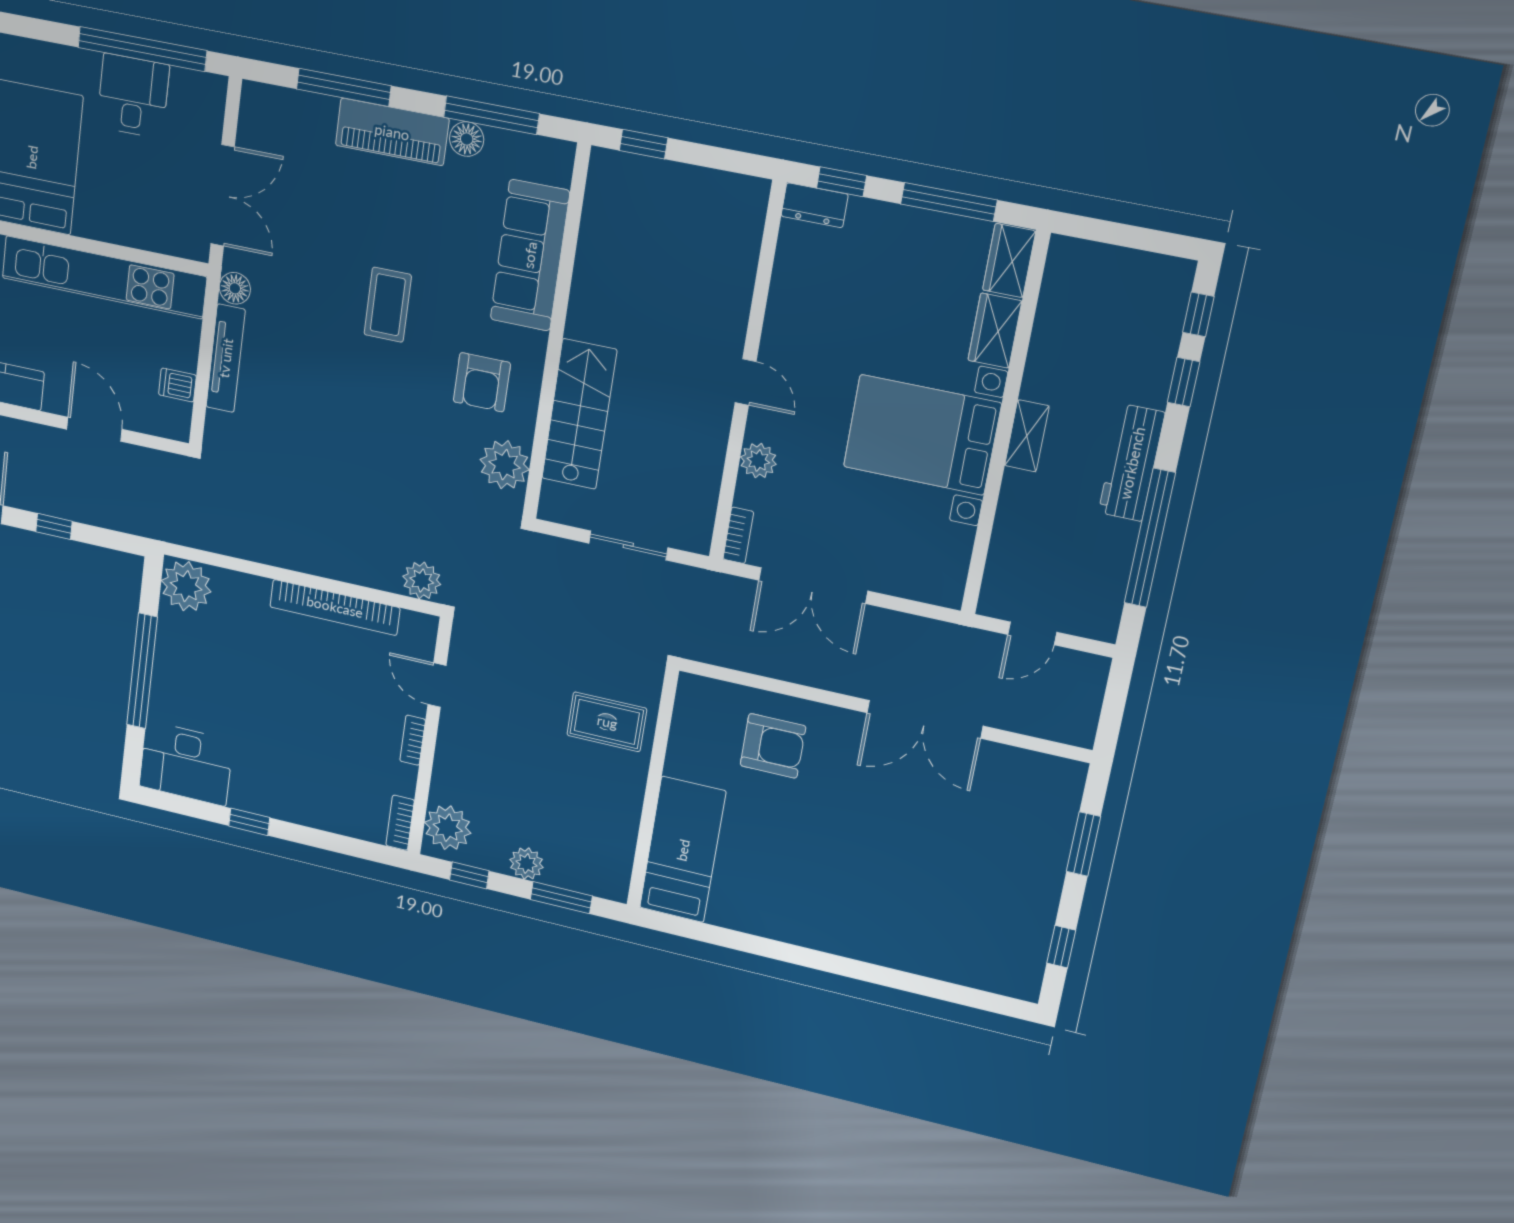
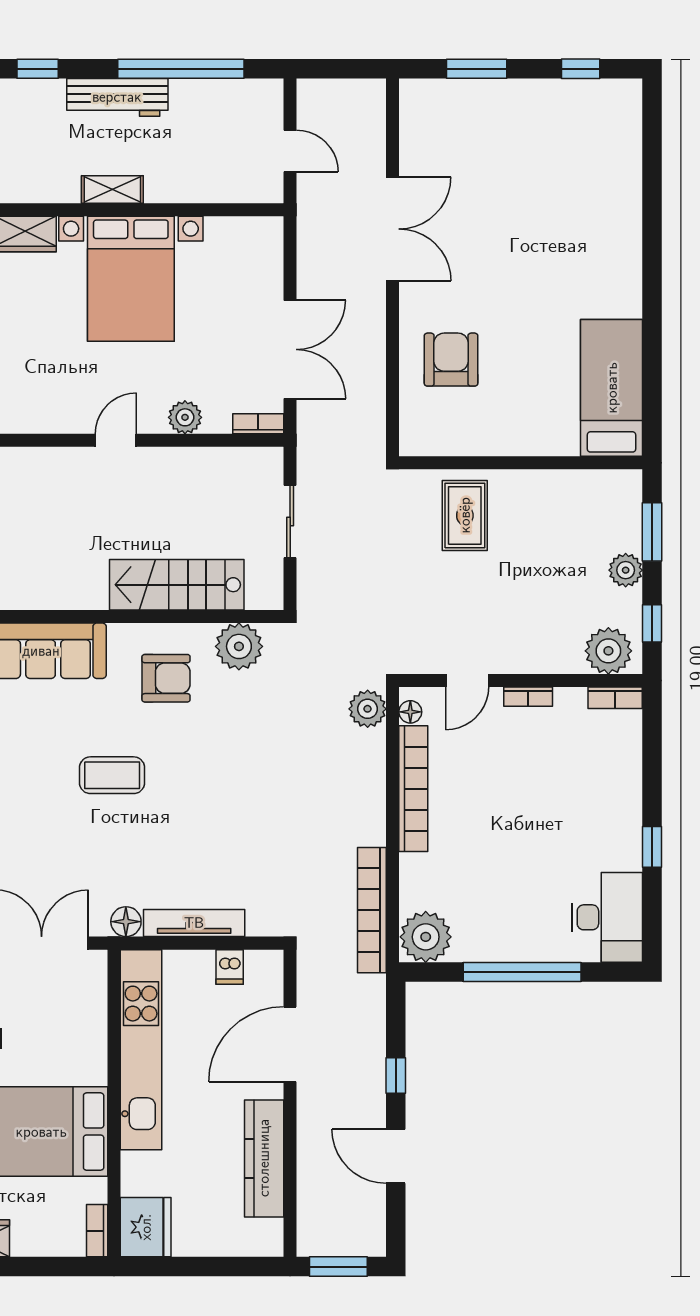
door: (94, 429) -> (290, 1044), width x1.36
bookcase: (218, 540) -> (372, 910), added
floor lamp: (413, 622) -> (410, 712), added
bed: (683, 850) -> (612, 388), moved, turned 90

